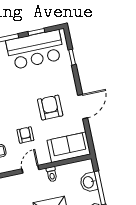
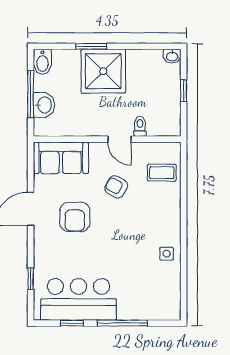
armchair: (25, 135) -> (116, 187), turned 119
door: (30, 169) -> (119, 139), hinge flipped
toilet: (52, 174) -> (140, 126), moved

